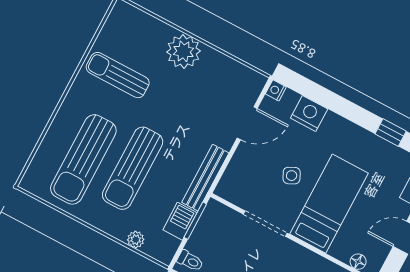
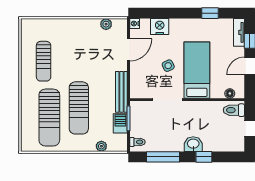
plant: (183, 51) -> (106, 24), moved, width x0.53, depth x0.53
sun lounger: (118, 75) -> (44, 61), turned -90

